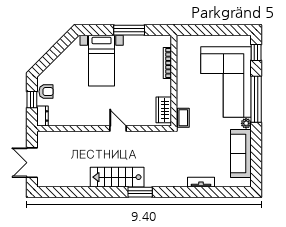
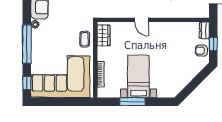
bed with nightstands: (102, 61) -> (139, 76), moved
corner sofa: (226, 82) -> (60, 77), moved, turned -90
coffee table: (183, 118) -> (85, 39), moved

